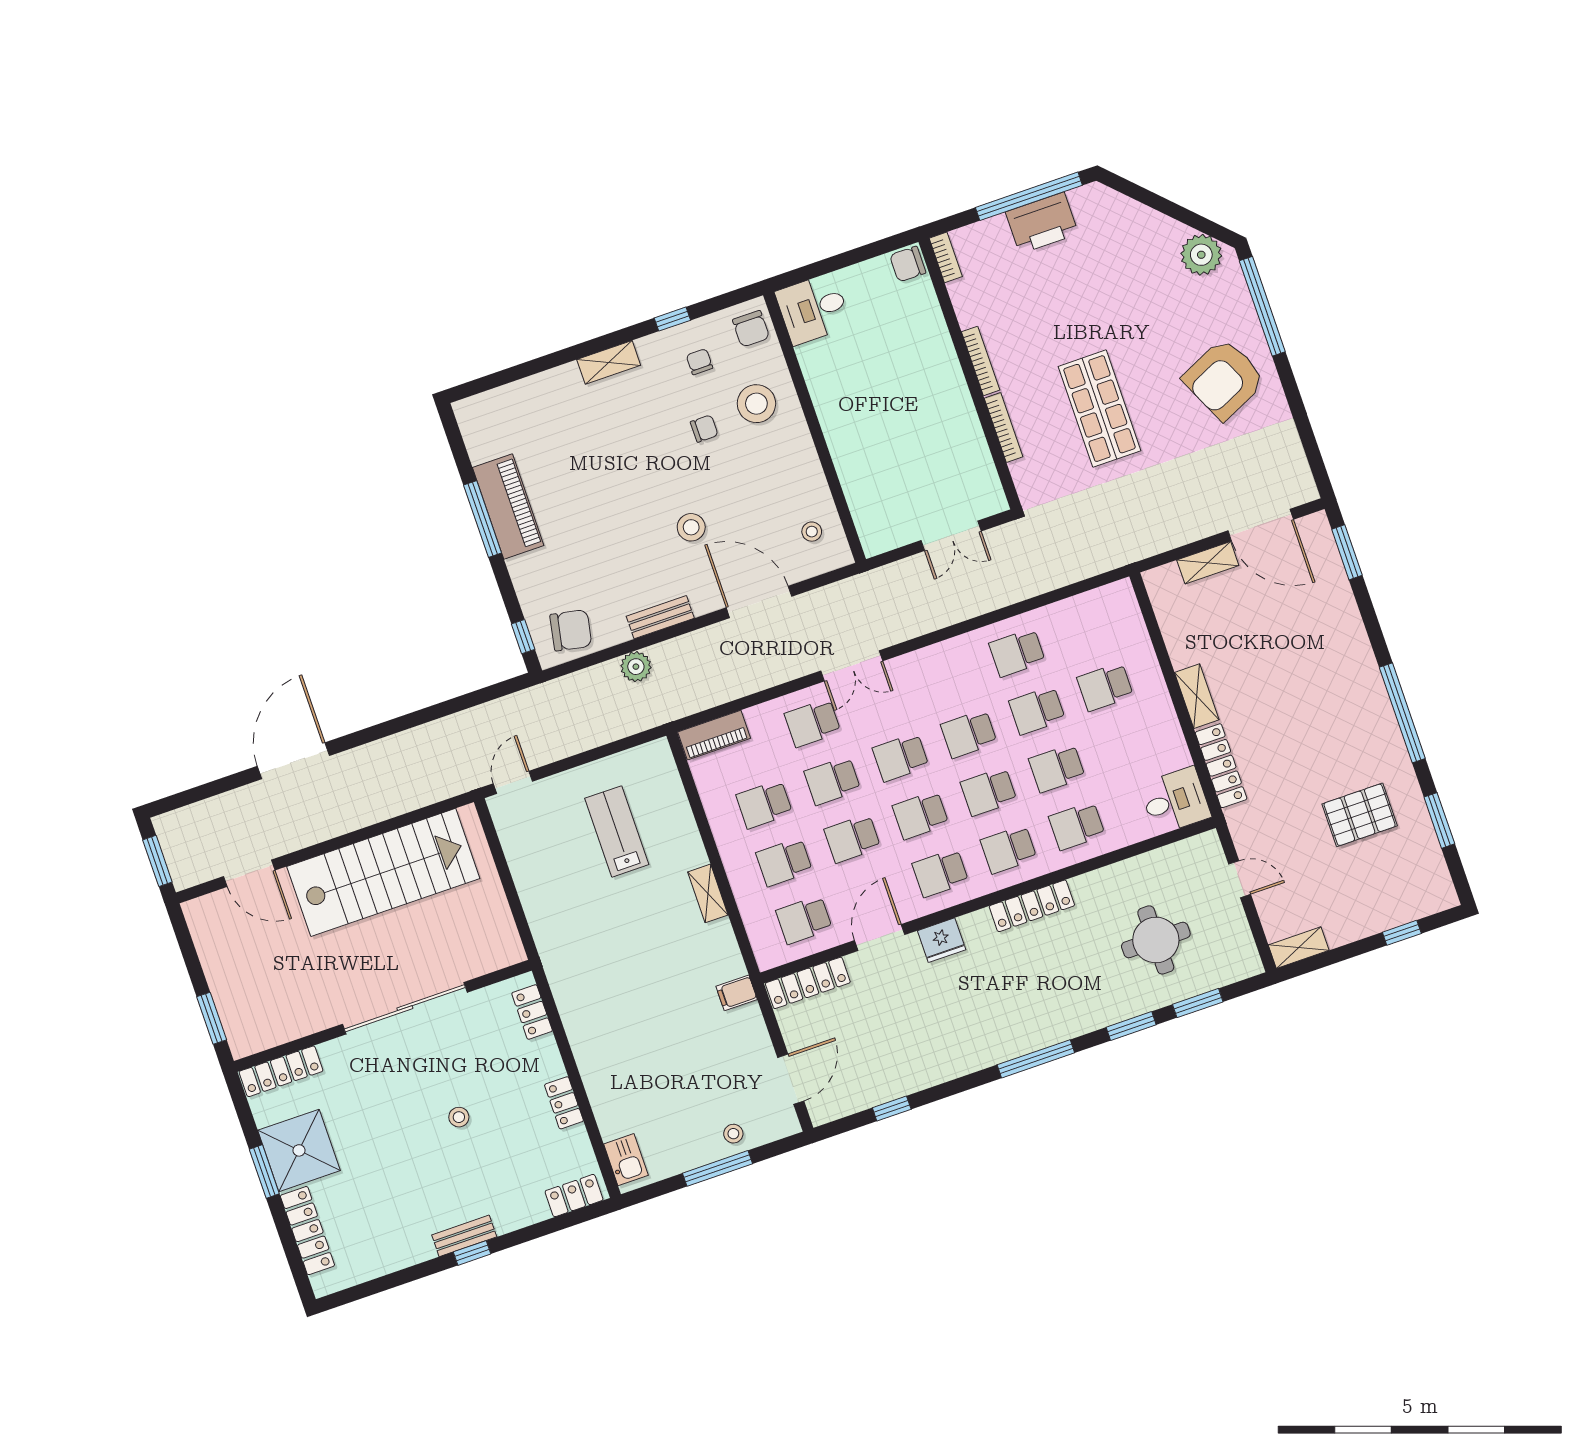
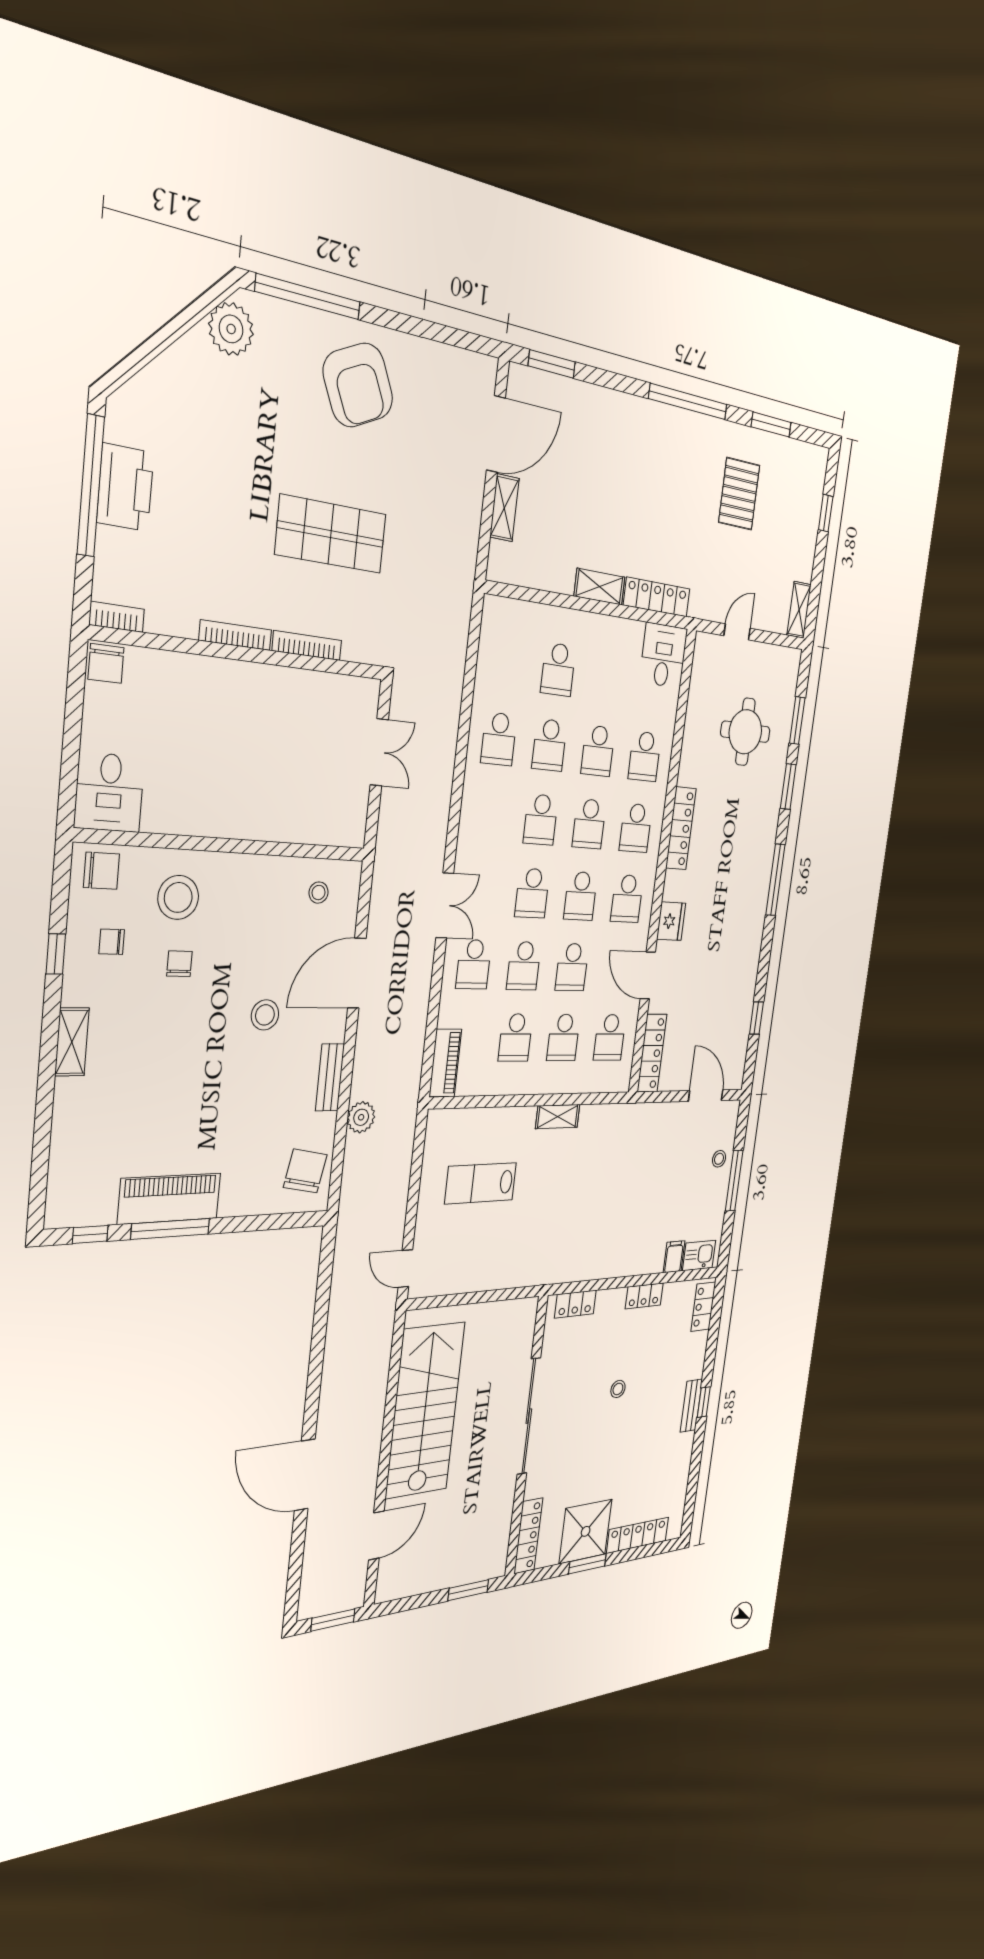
window: (523, 637) -> (90, 1234), moved
filing cabinet: (737, 993) -> (674, 1257), moved, turned 180

